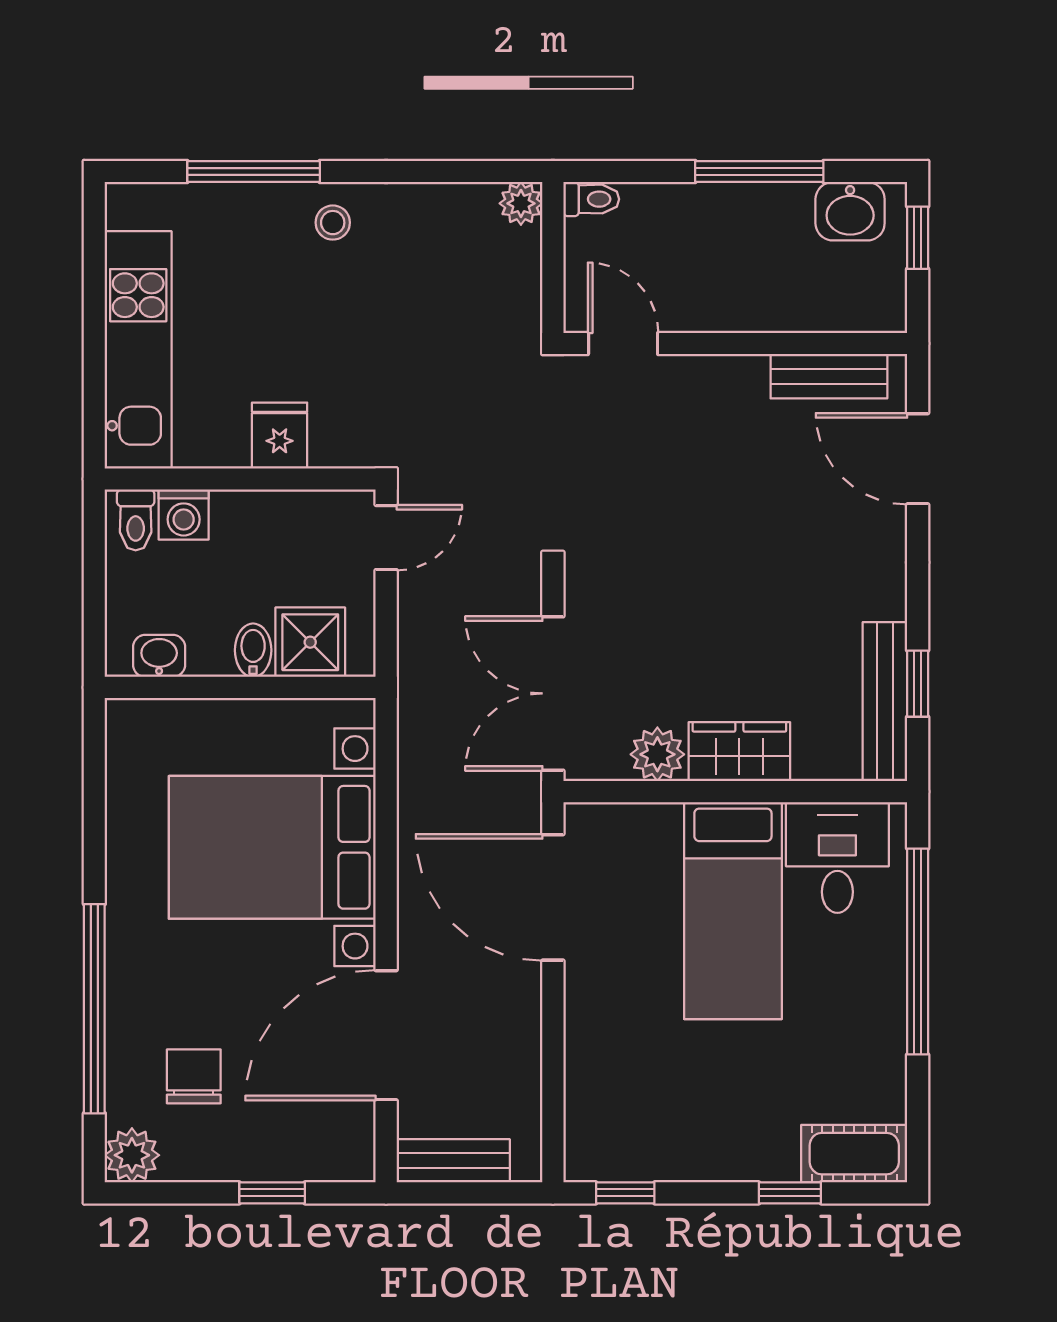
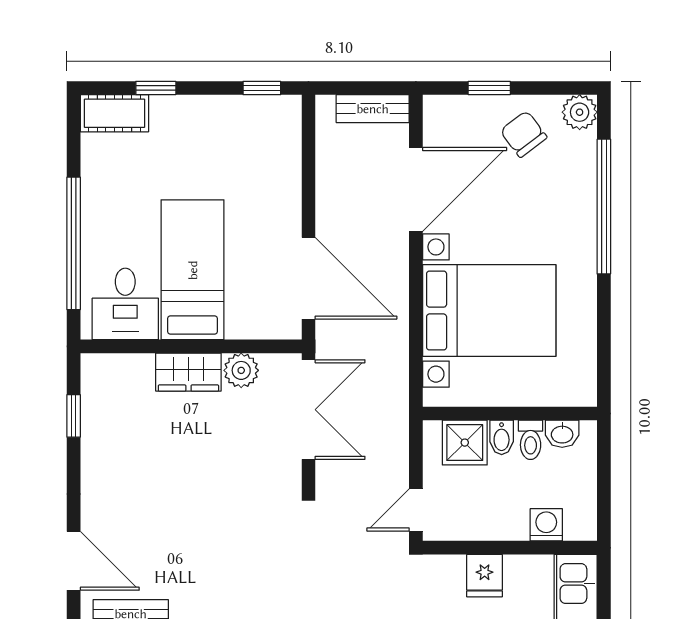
toilet: (136, 520) -> (531, 440), moved, turned 180
bench: (885, 702) -> (95, 404), removed
chair: (194, 1076) -> (524, 134), moved, turned 143

